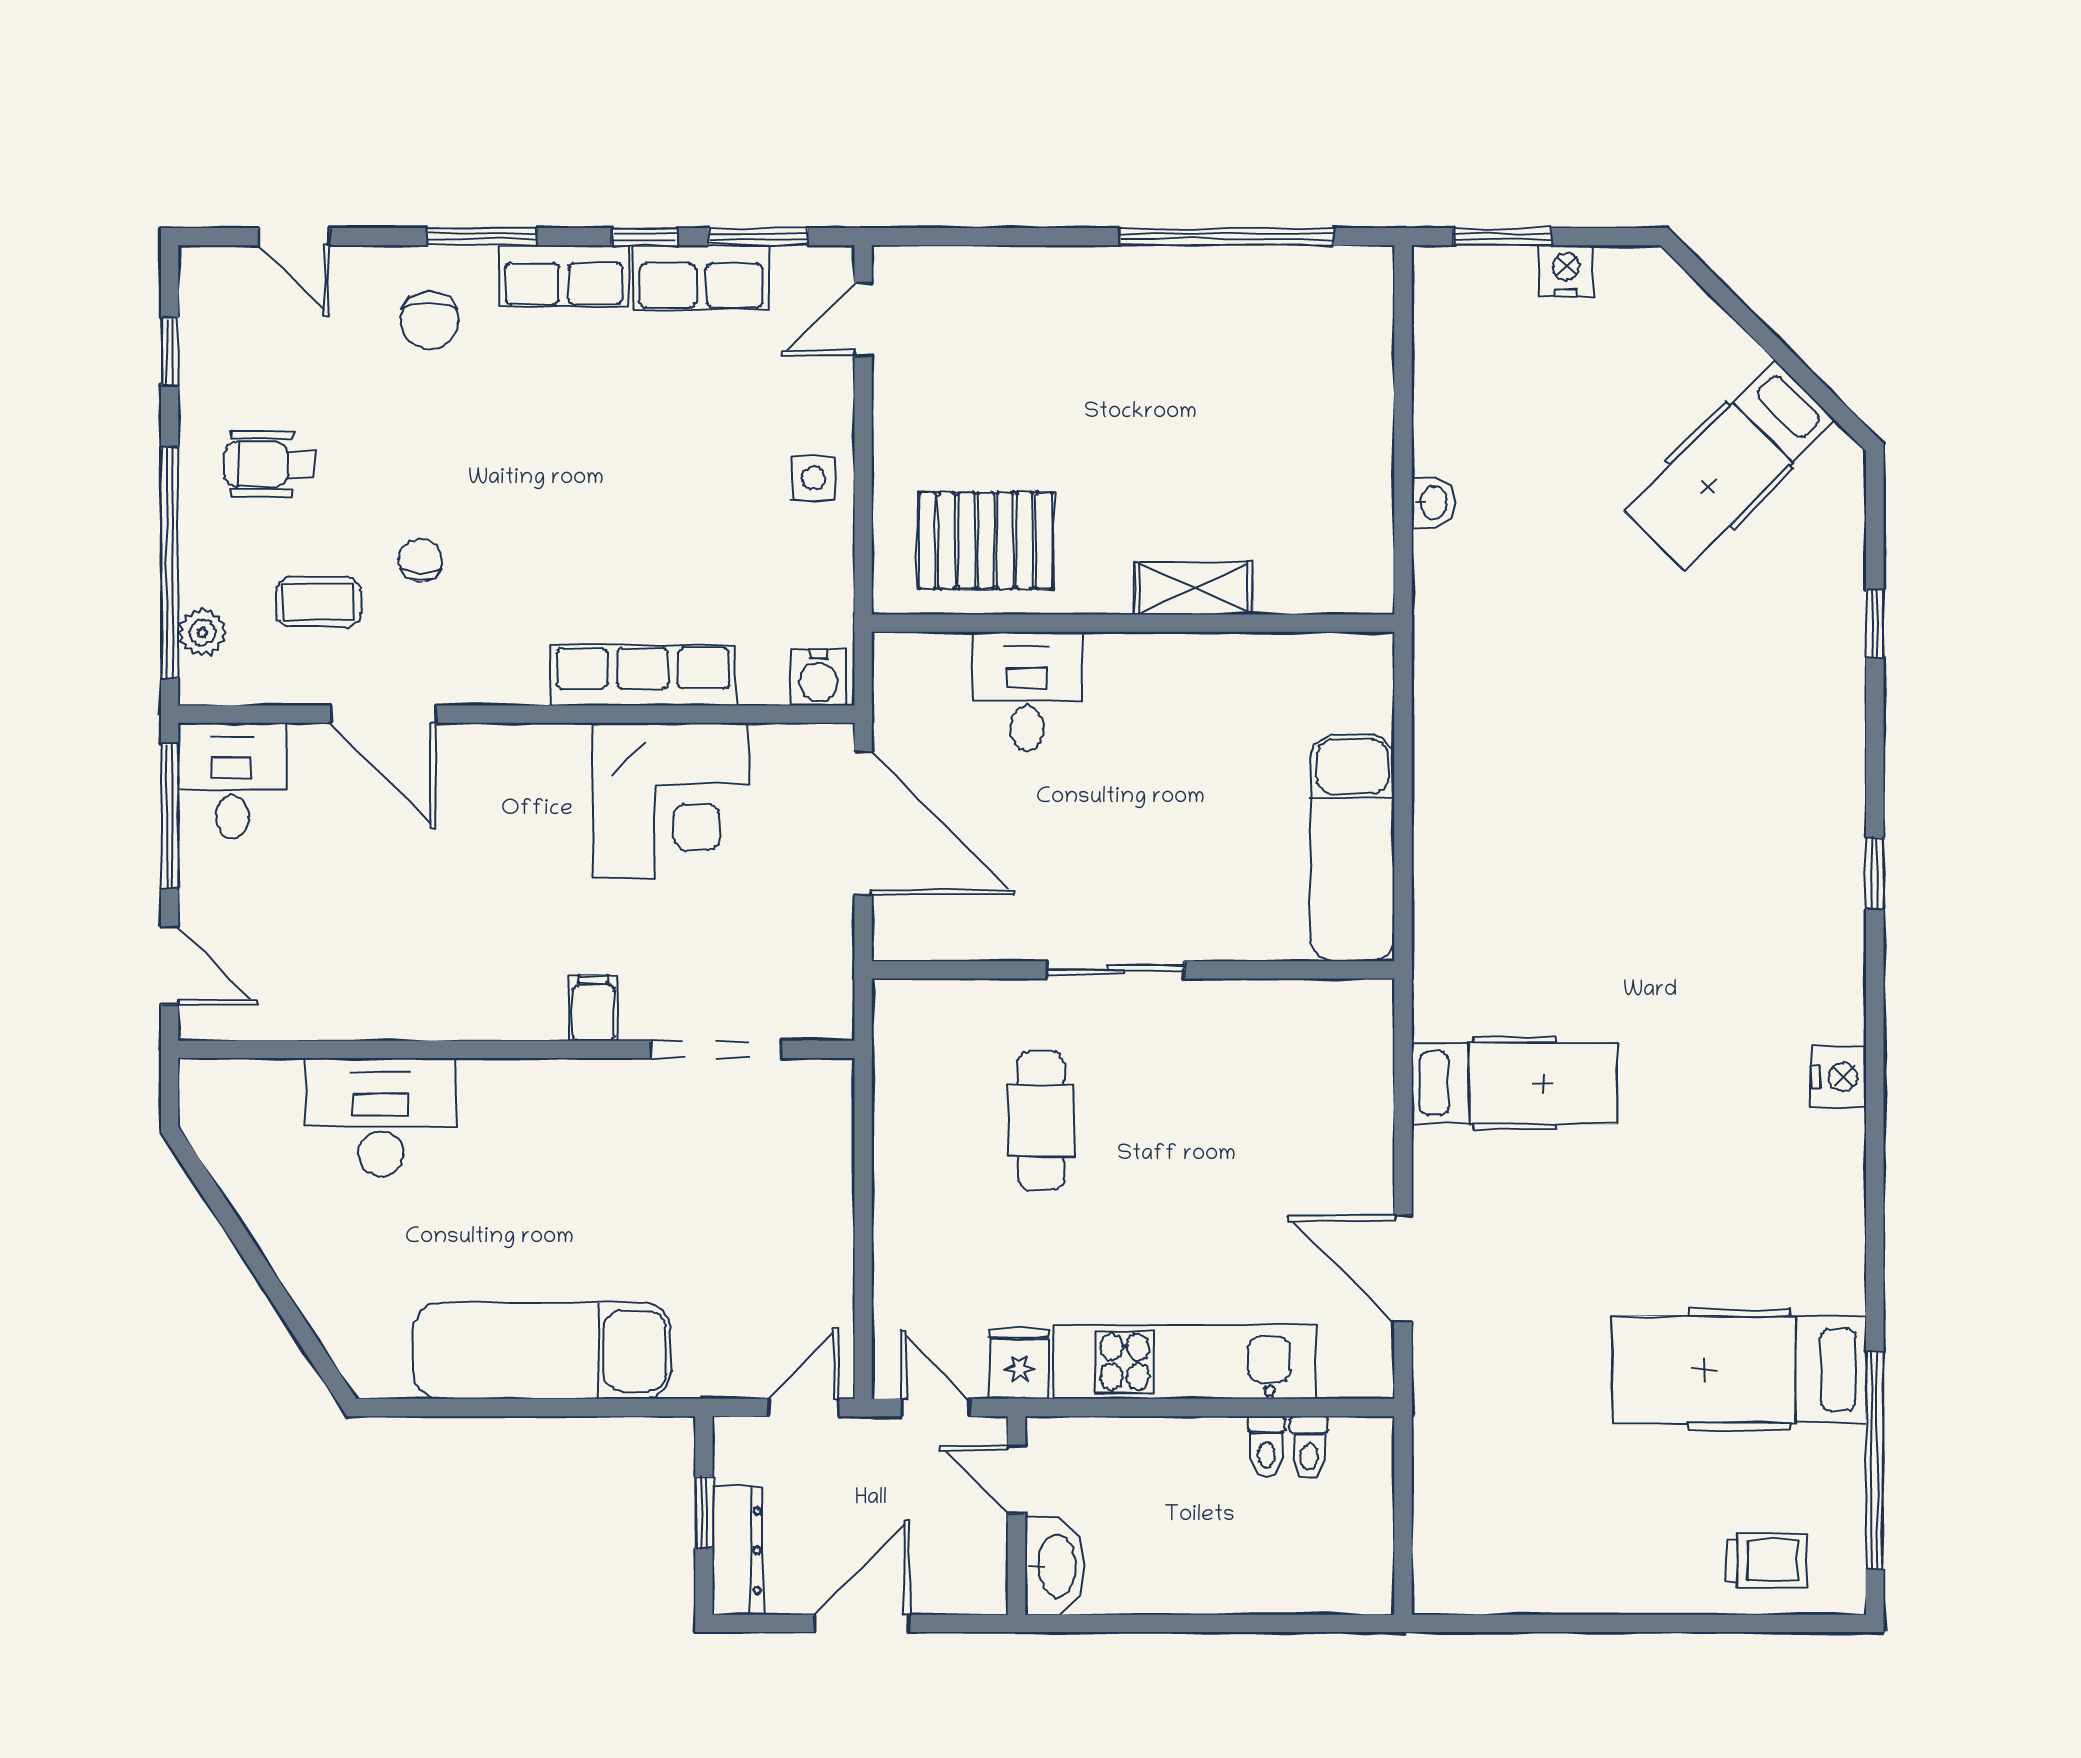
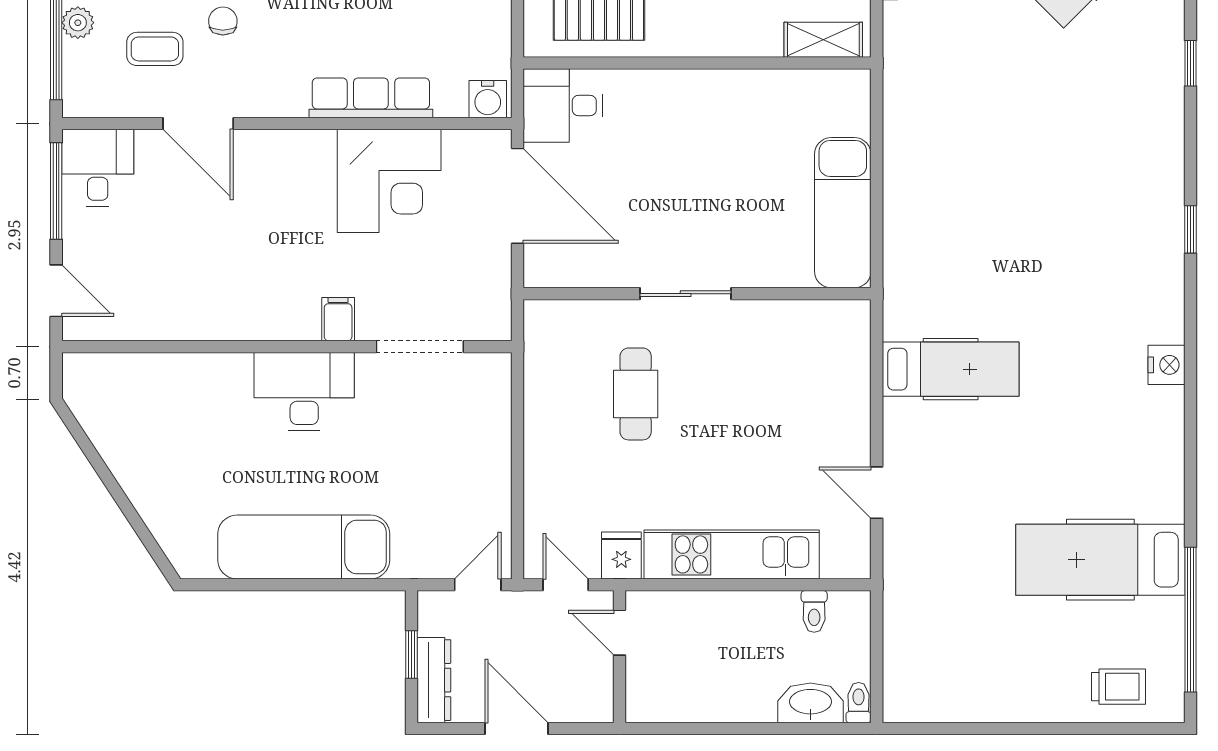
shelving: (1194, 588) -> (823, 40), moved
plant: (202, 632) -> (78, 23), moved
desk: (1027, 691) -> (563, 106), moved, turned -90
desk: (381, 1117) -> (304, 392), moved
door: (1403, 1269) -> (877, 493), width x0.73
toilet: (1266, 1446) -> (859, 703), moved, turned 180
washbasin: (1055, 1566) -> (810, 703), moved, turned -90
door: (862, 1623) -> (517, 728), hinge flipped

